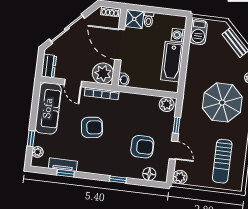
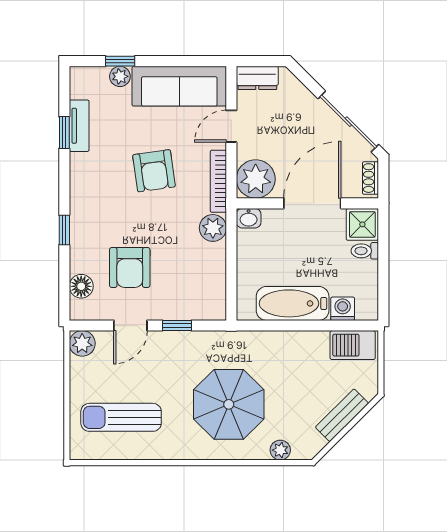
sliding door: (67, 29) -> (348, 122), moved
plant: (167, 104) -> (213, 228), moved
plant: (38, 152) -> (120, 76), moved

